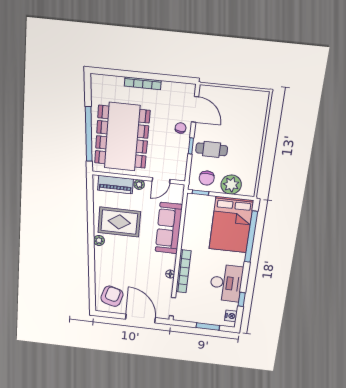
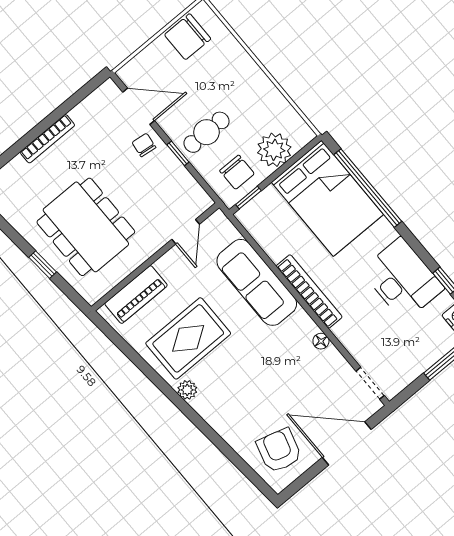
chair: (246, 101) -> (188, 37), added
window: (89, 134) -> (43, 265), width x0.32
dining table: (122, 137) -> (86, 227), width x0.73, depth x0.80
plant: (139, 185) -> (165, 265), removed
bookcase: (183, 271) -> (309, 291), moved

